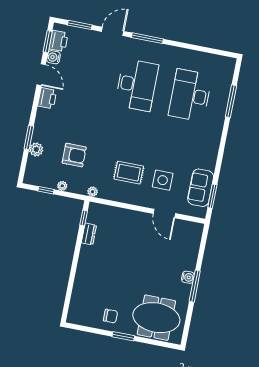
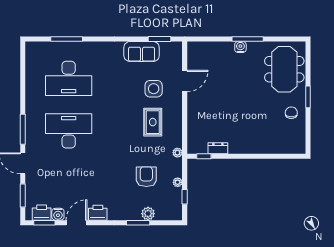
sofa: (201, 188) -> (142, 52), moved

